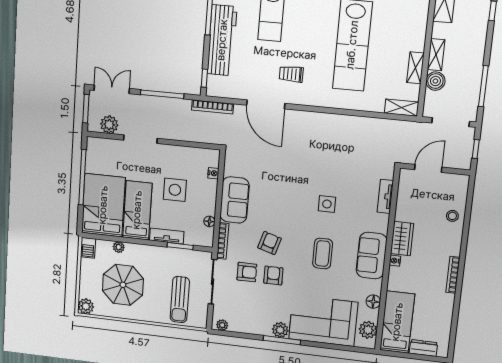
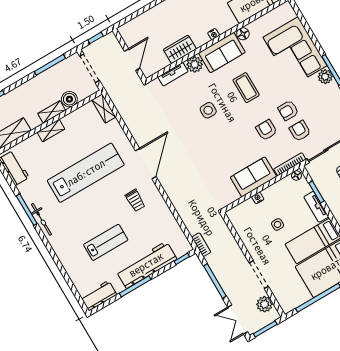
shelving: (415, 68) -> (51, 131), moved
door: (266, 104) -> (146, 164), moved
bookcase: (213, 107) -> (201, 245), width x0.64
door: (428, 168) -> (132, 60), swing flipped
nightstand: (213, 173) -> (258, 198), moved
side table: (175, 190) -> (278, 224), width x0.54, depth x0.54
stool: (452, 216) -> (153, 19), removed
floor lamp: (209, 221) -> (296, 176), moved
wardrobe: (402, 239) -> (180, 49), moved
armchair: (270, 243) -> (266, 130), turned 73
coffee table: (323, 253) -> (246, 88), turned 90
floor lamp: (373, 302) -> (243, 34), moved
plant: (368, 330) -> (195, 64), moved

